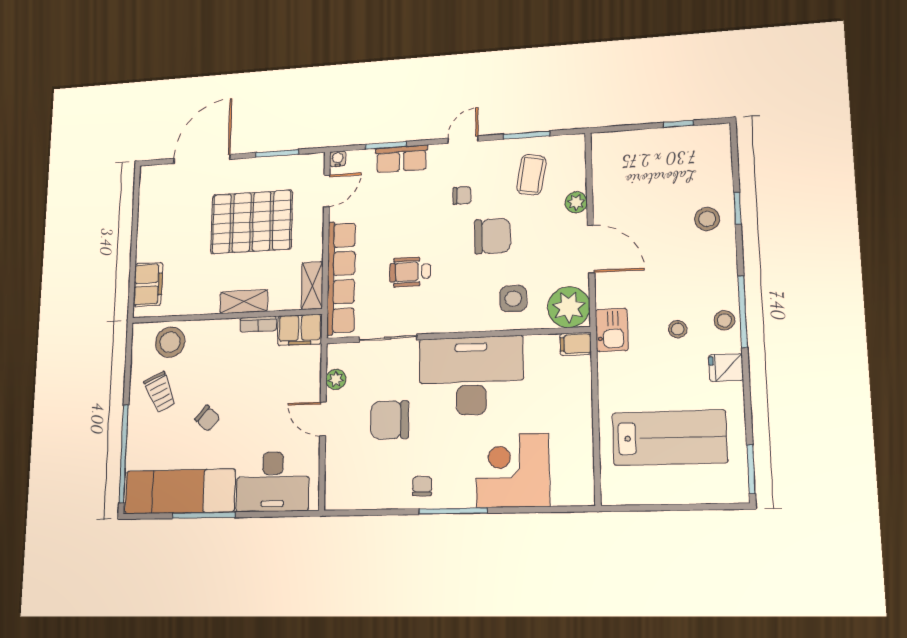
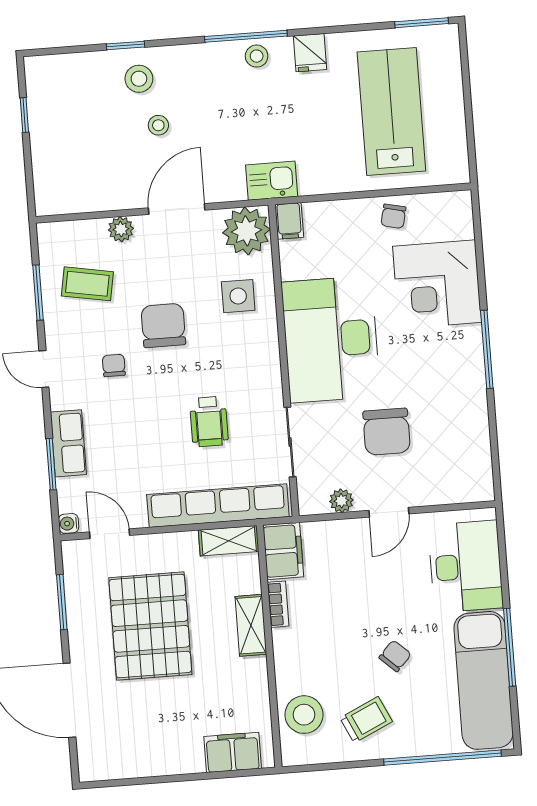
stool: (678, 329) -> (158, 125), moved
chair: (422, 486) -> (393, 216), moved, turned -78

